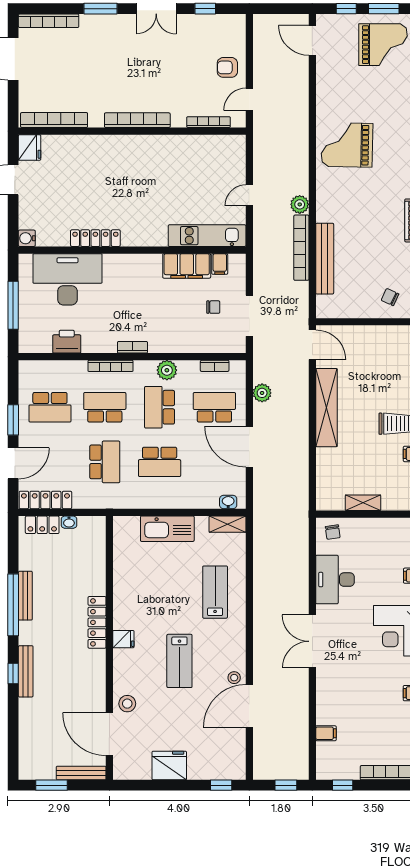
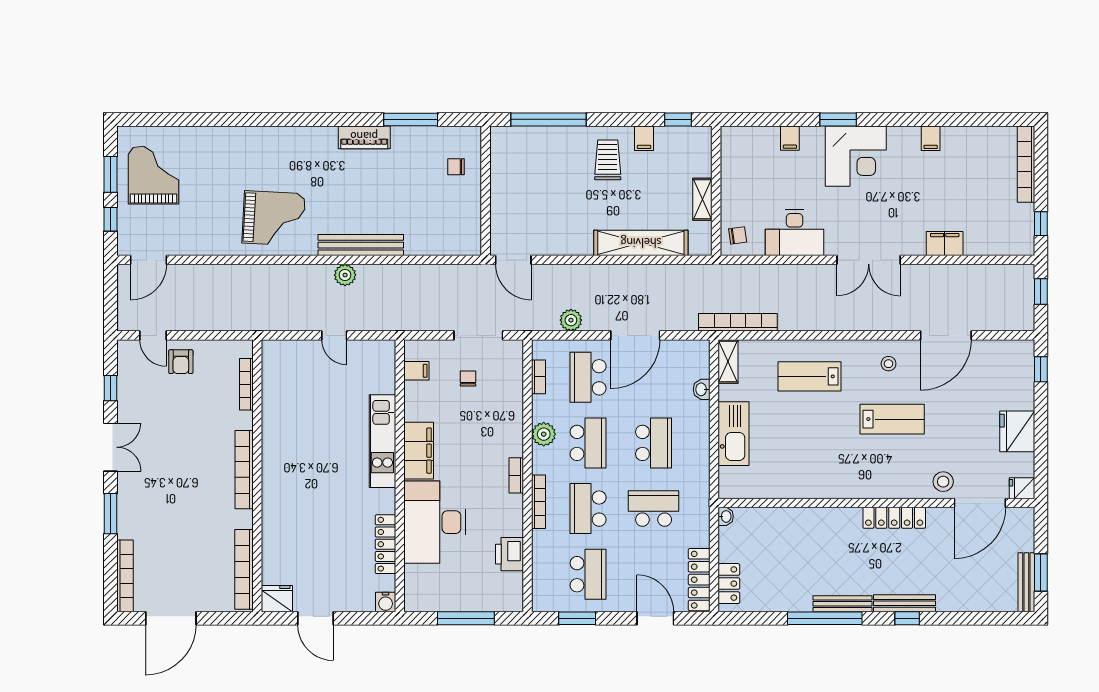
door: (249, 99) -> (153, 335), moved
grand piano: (347, 145) -> (274, 218), turned -88
kitchen unit: (207, 236) -> (382, 441), moved
locker: (95, 238) -> (385, 544), moved
bookcase: (301, 248) -> (738, 322), moved, turned 180
bench: (325, 259) -> (361, 245), moved
filing cabinet: (187, 266) -> (419, 451), moved
desk: (67, 279) -> (435, 522), moved
chair: (390, 297) -> (456, 167), turned 65
door: (312, 345) -> (513, 260), swing flipped
school desk: (160, 407) -> (588, 443), turned -90
shelving: (326, 408) -> (641, 243), moved
window: (13, 420) -> (577, 618), moved
washbasin: (228, 502) -> (702, 389), moved
washbasin: (69, 522) -> (726, 516), moved
bench: (25, 596) -> (843, 604), moved
locker: (97, 622) -> (894, 518), moved
fridge: (123, 639) -> (1022, 488), moved, turned -90
stool: (234, 678) -> (889, 364), moved
door: (249, 706) -> (946, 335), hinge flipped
filing cabinet: (326, 733) -> (945, 244), moved, width x2.00
bench: (81, 773) -> (1026, 582), moved

